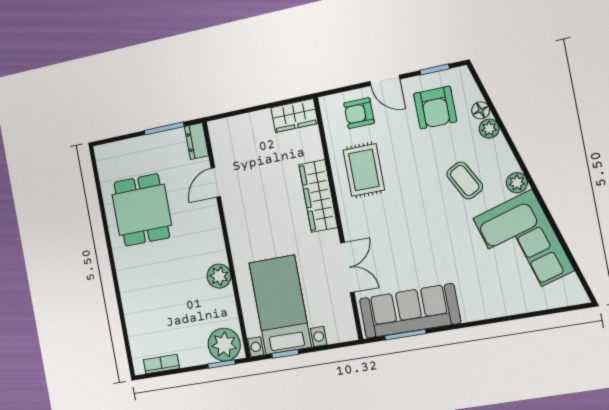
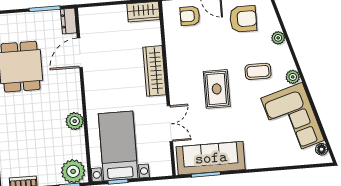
armchair: (435, 108) -> (243, 19), turned -90
floor lamp: (481, 110) -> (322, 149), moved
rug: (364, 170) -> (217, 89), moved
coffee table: (465, 180) -> (258, 71), turned -62
door: (216, 182) -> (80, 53), width x1.38

